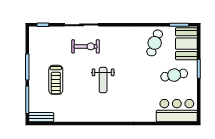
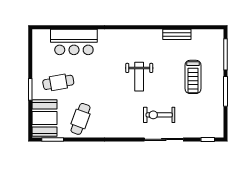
treadmill: (56, 80) -> (193, 77), turned 180
weight bench: (103, 80) -> (139, 77), turned 180
bar counter: (177, 111) -> (74, 42), moved
bench: (41, 117) -> (177, 34), moved

